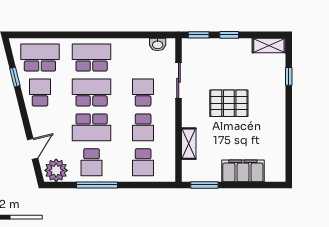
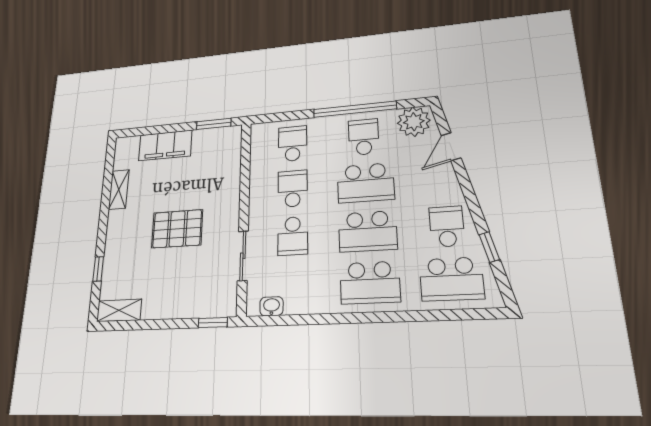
window: (229, 35) -> (171, 324), removed
school desk: (40, 92) -> (447, 226), turned 180
school desk: (92, 127) -> (366, 183), turned 180
shelving: (189, 144) -> (119, 189), moved
window: (97, 185) -> (355, 109), width x1.46

